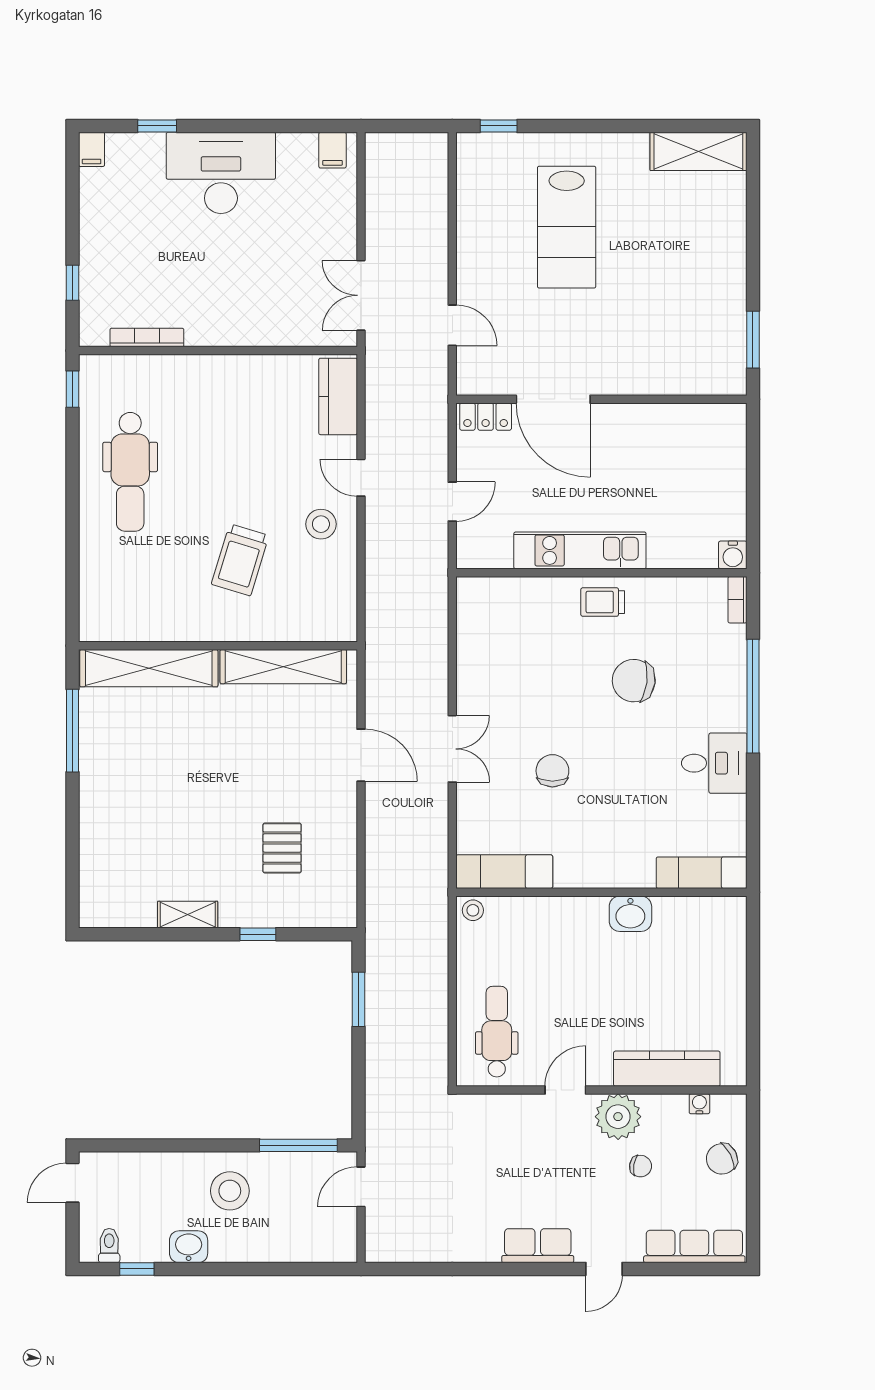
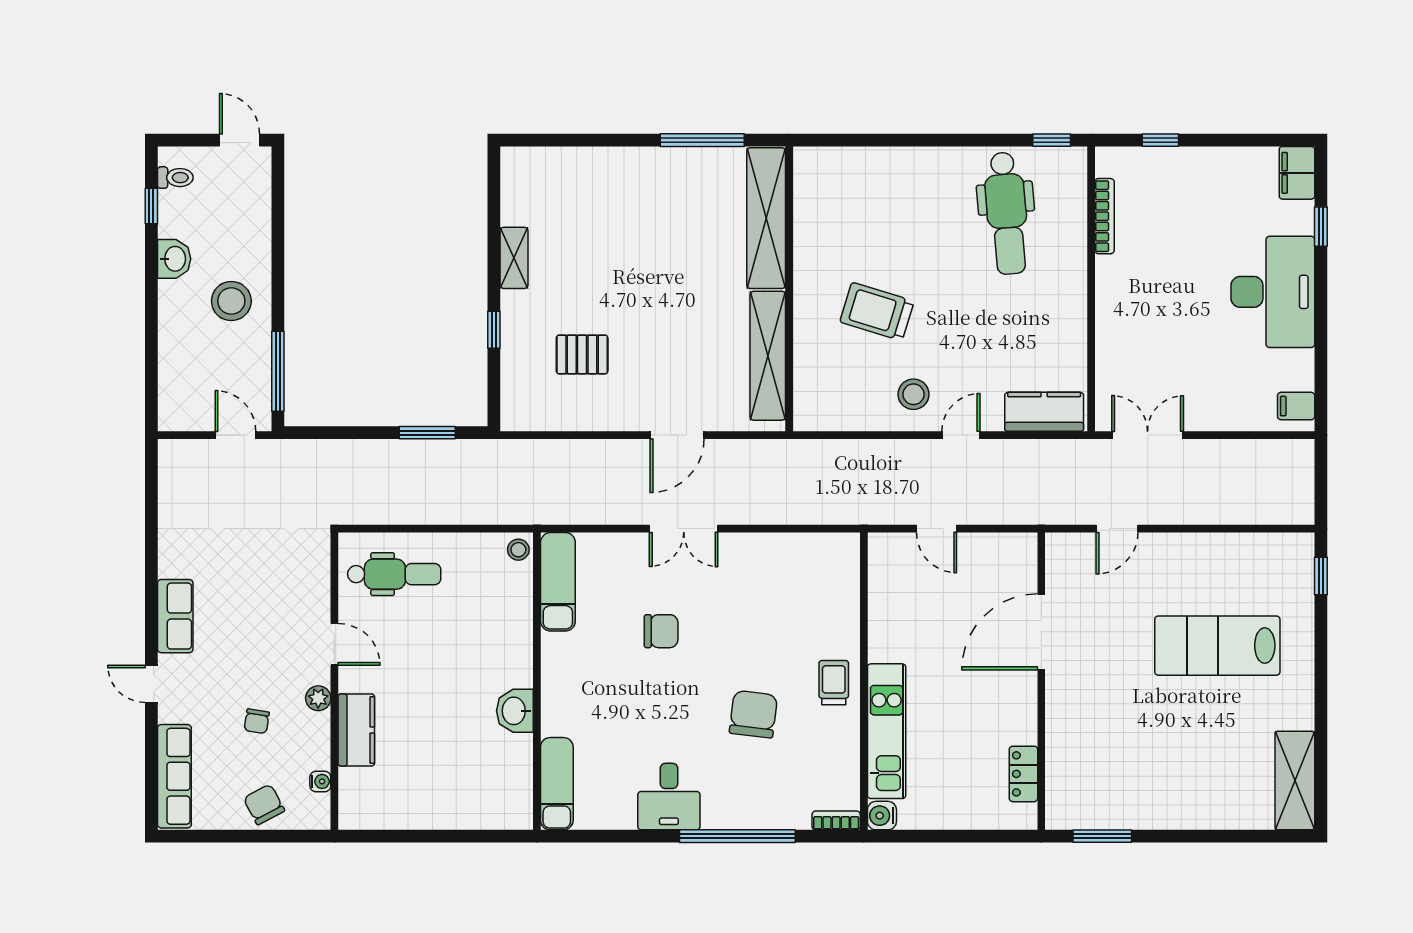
filing cabinet: (92, 149) -> (1297, 173), width x2.00
locker: (486, 417) -> (1023, 774), moved
dental chair: (130, 472) -> (1007, 213), moved, turned -95
kitchen unit: (580, 550) -> (887, 731), moved
kitchen counter: (667, 1069) -> (356, 730), width x0.67
plant: (618, 1117) -> (318, 698), width x0.53, depth x0.53

